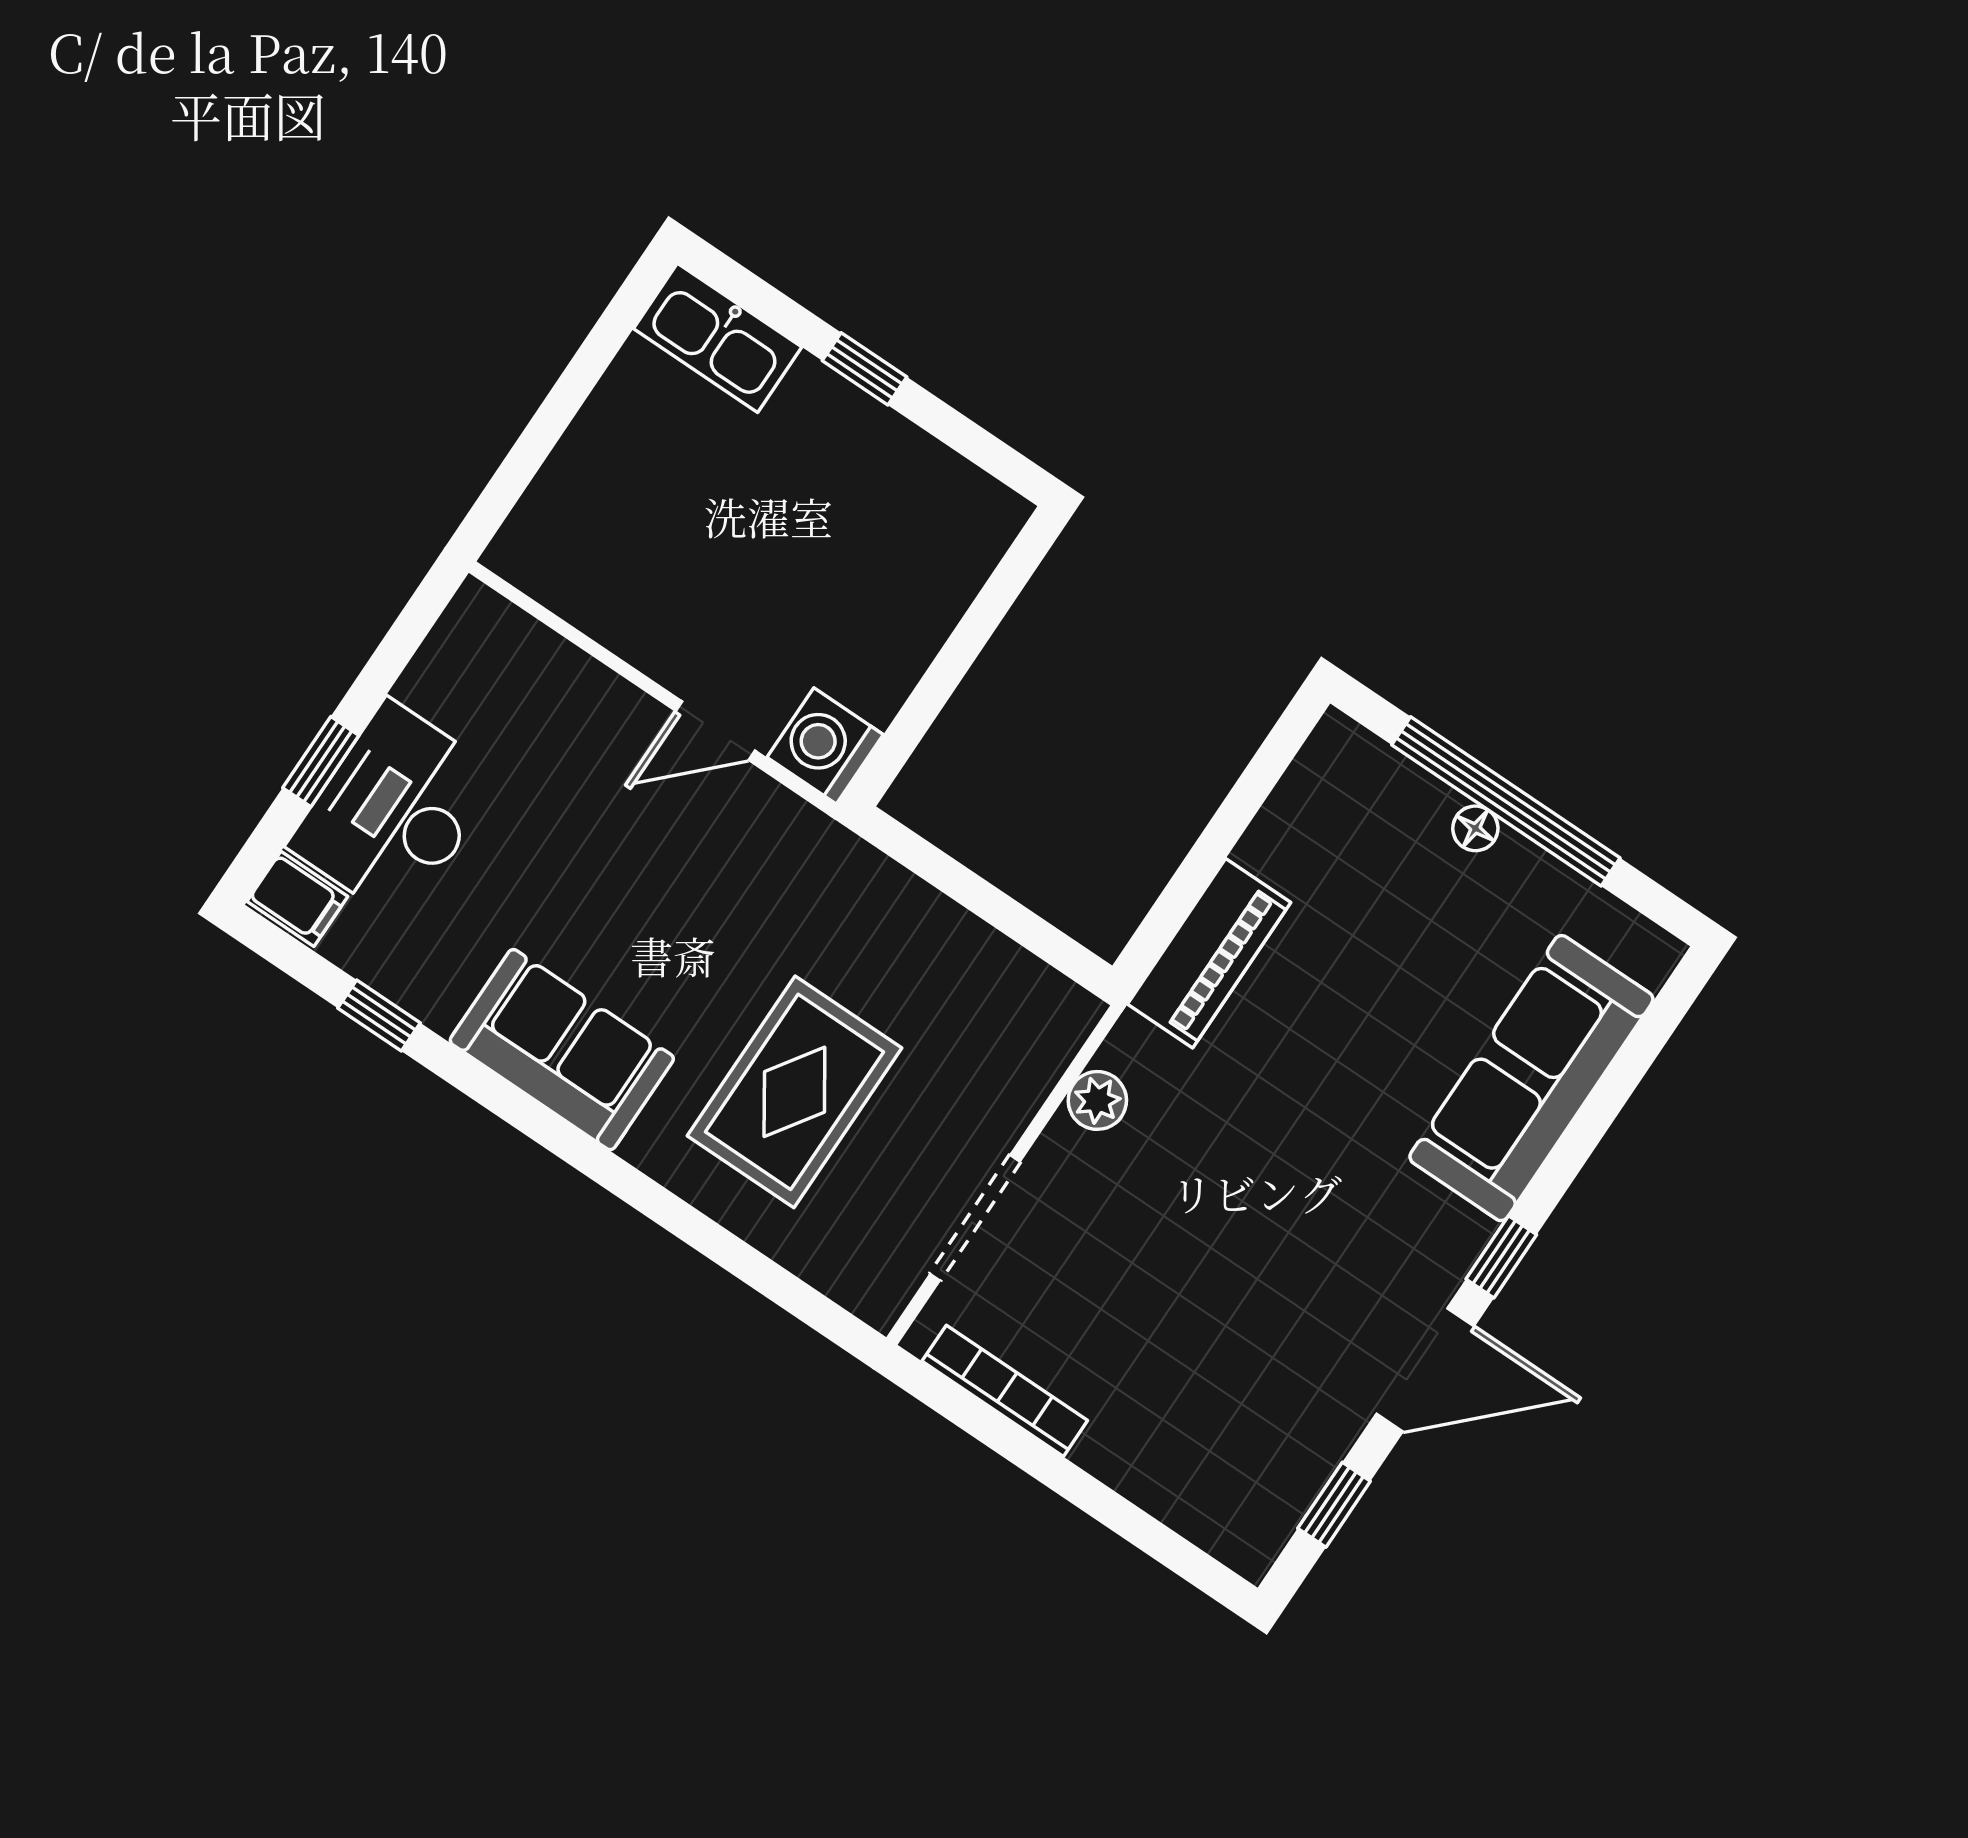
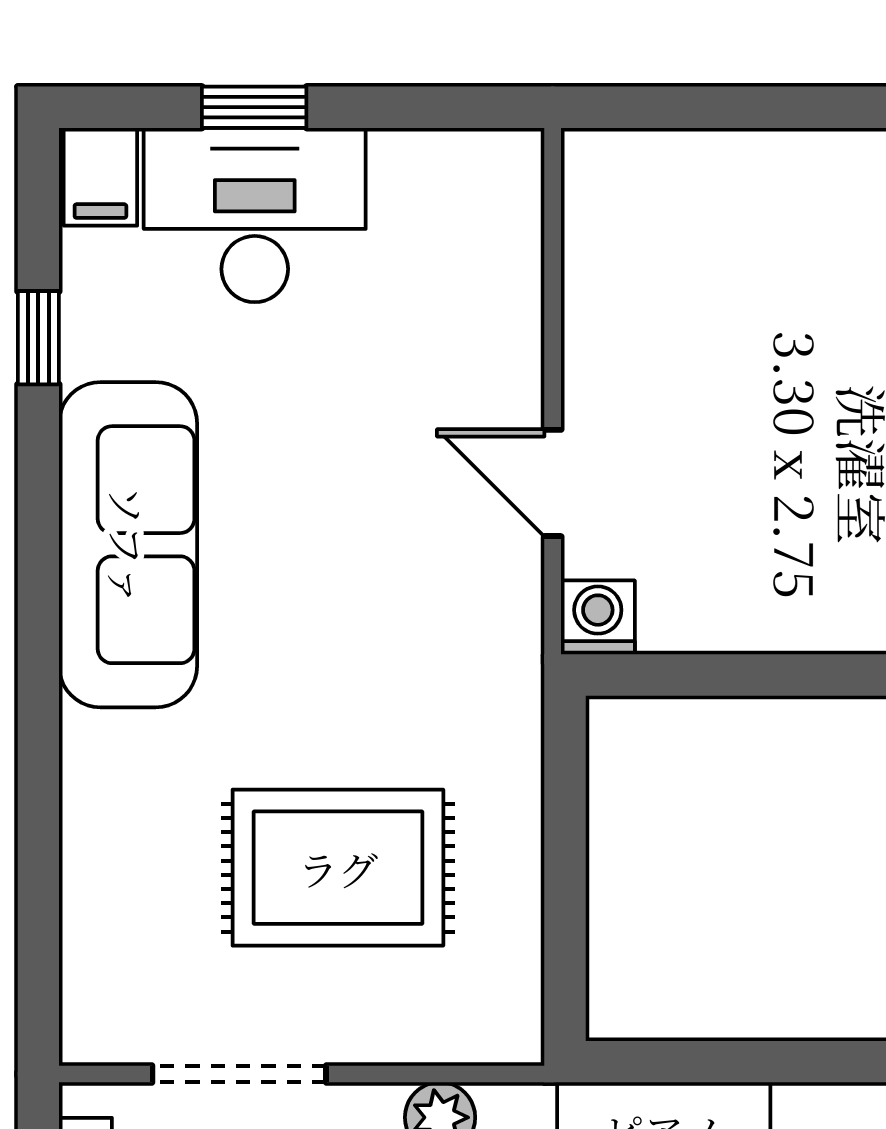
washing machine: (825, 746) -> (598, 617), width x0.73, depth x0.73
sofa: (562, 1050) -> (128, 545), width x1.36
rug: (794, 1092) -> (338, 868), moved

